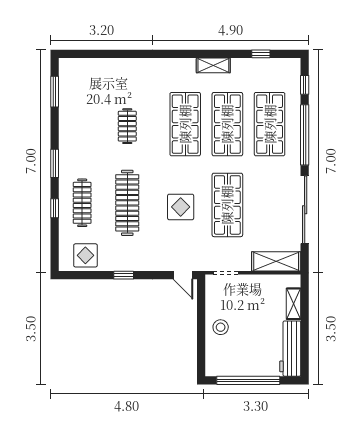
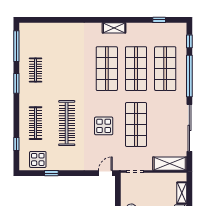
shelving: (213, 65) -> (114, 28), moved
window: (55, 92) -> (16, 46), width x1.44
clothes rail: (127, 126) -> (36, 70), moved
window: (55, 163) -> (16, 83), moved
window: (55, 208) -> (16, 144), moved
window: (124, 275) -> (51, 173), moved
door: (183, 275) -> (105, 173), swing flipped

